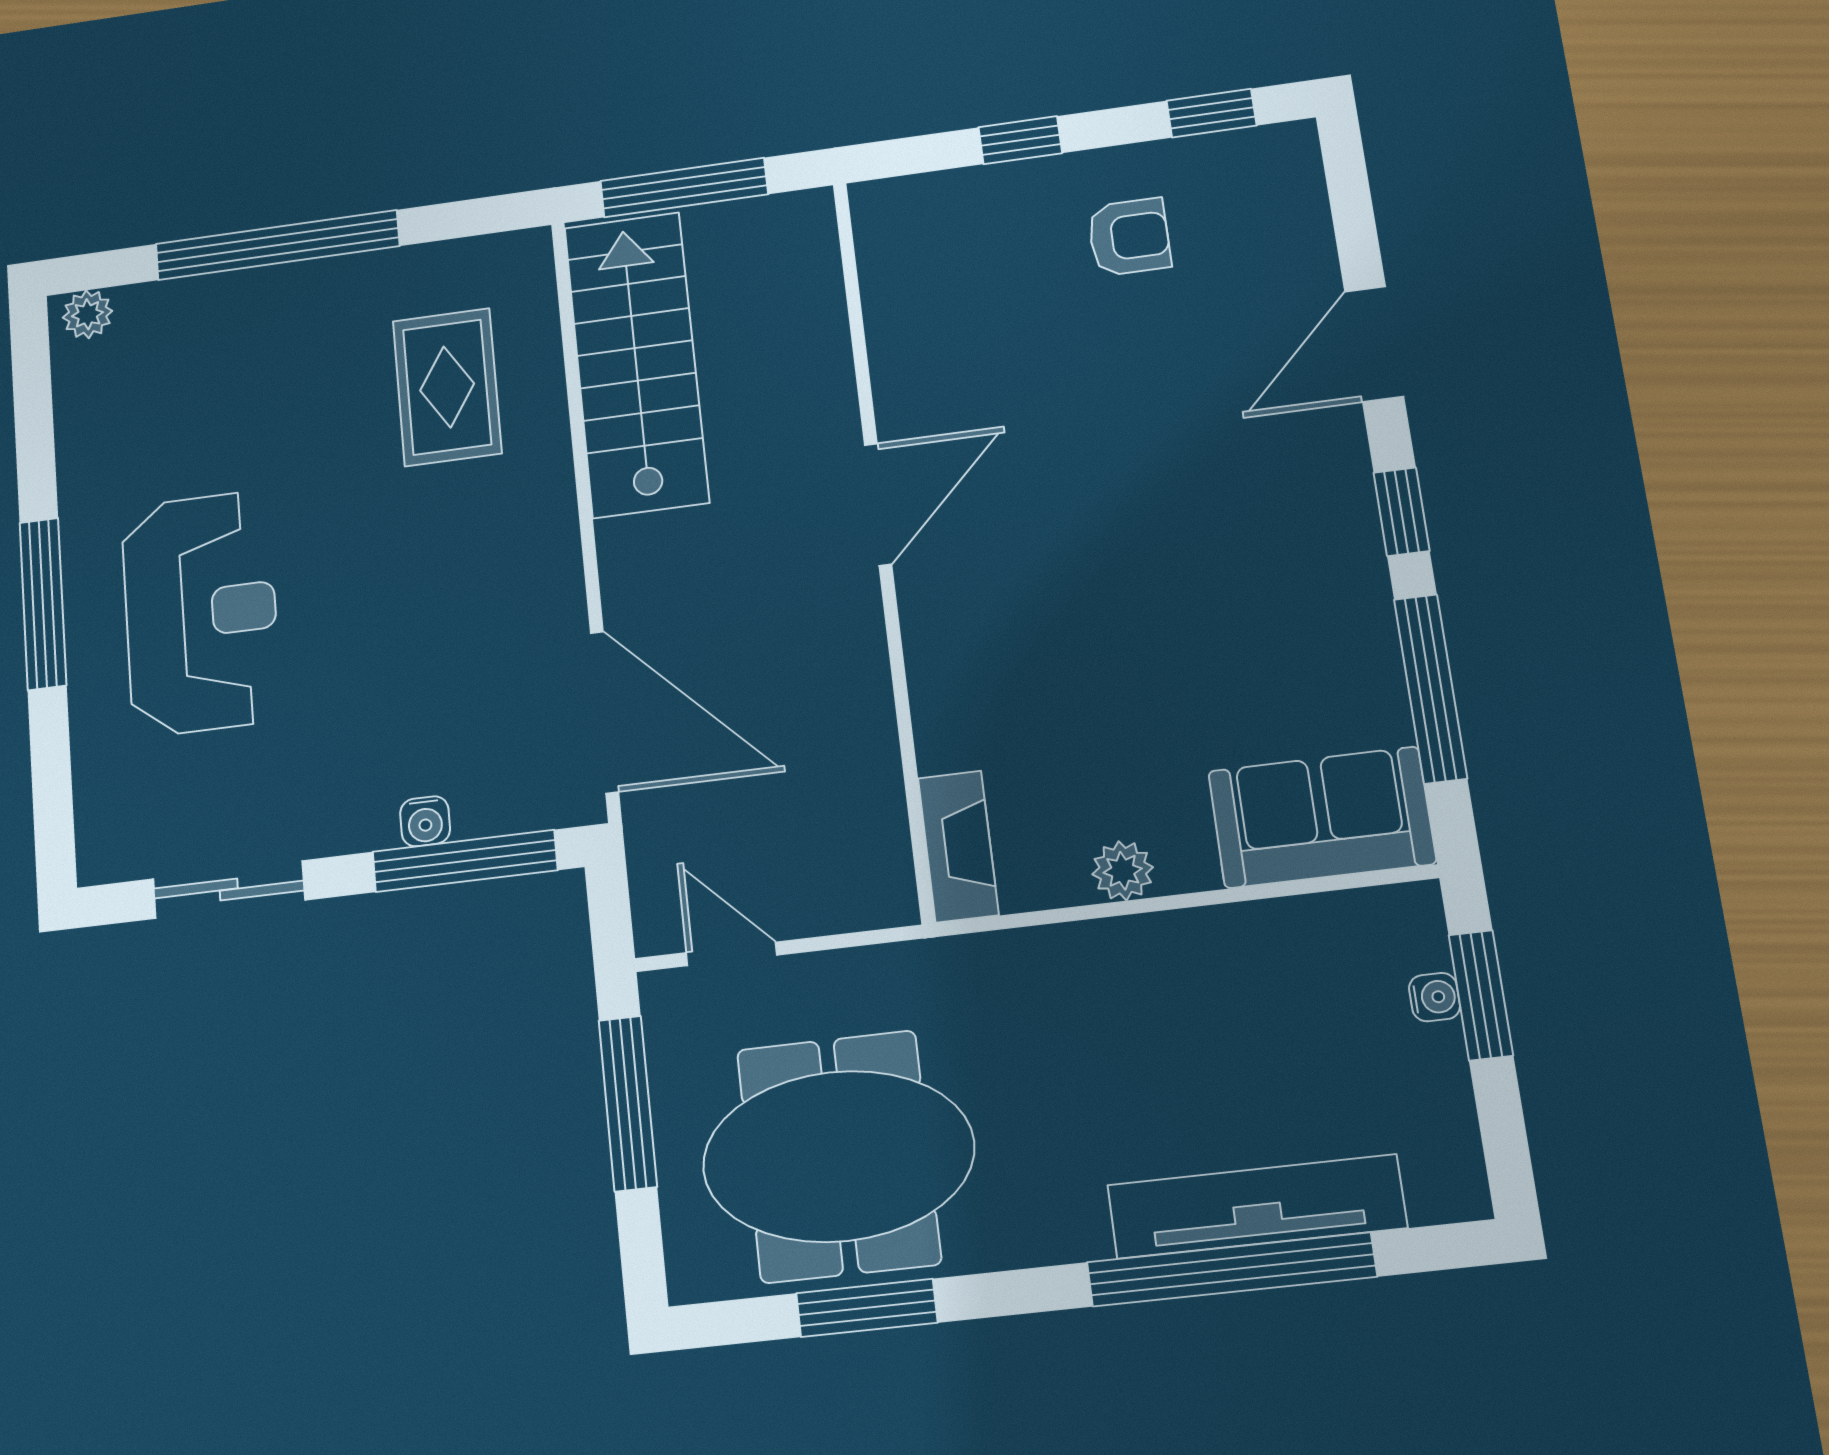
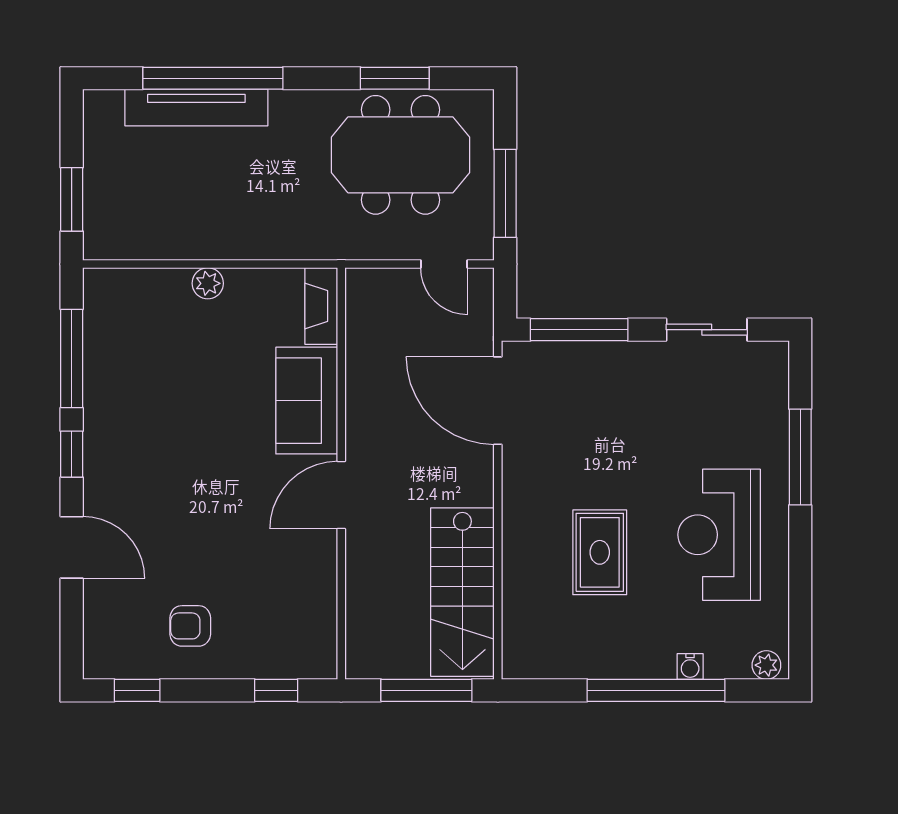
window: (1020, 140) -> (276, 690), moved
door: (1374, 344) -> (72, 547), hinge flipped
rug: (447, 387) -> (600, 552), moved
window: (43, 604) -> (800, 457), moved
reception desk: (201, 613) -> (719, 535), moved
sofa: (1322, 817) -> (307, 401), moved, turned 90
water cooler: (425, 821) -> (690, 666), moved, turned 180
plant: (1123, 871) -> (208, 283), moved
water cooler: (1435, 997) -> (94, 201), removed

